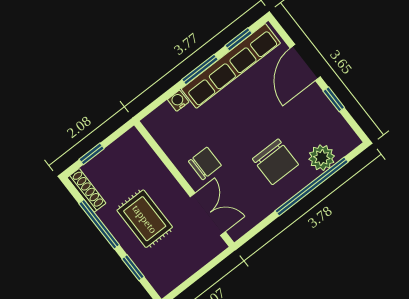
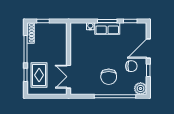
row of seats: (231, 66) -> (107, 28), width x0.50
plant: (322, 158) -> (141, 89), moved
chair: (205, 163) -> (131, 66), moved
double door: (208, 214) -> (69, 77), swing flipped
rug: (145, 219) -> (39, 75), moved

